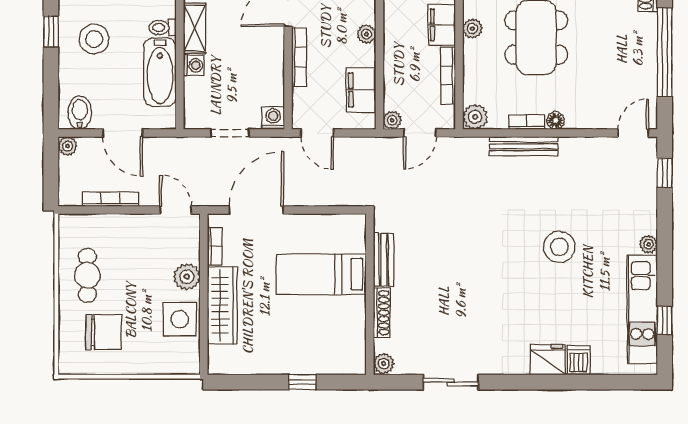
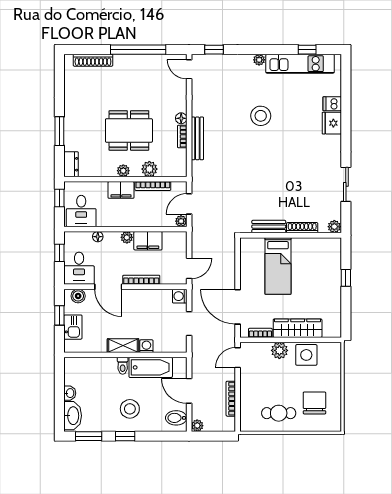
filing cabinet: (361, 90) -> (148, 241), moved
plant: (475, 117) -> (149, 169), moved
door: (123, 133) -> (189, 391), swing flipped
door: (420, 133) -> (189, 204), swing flipped

